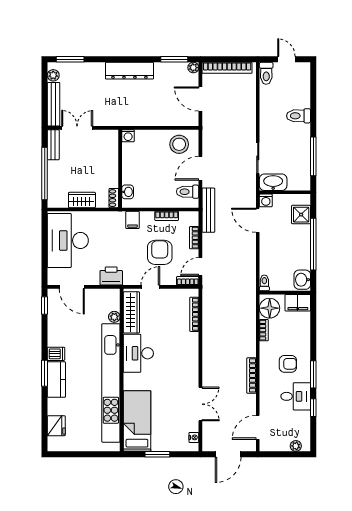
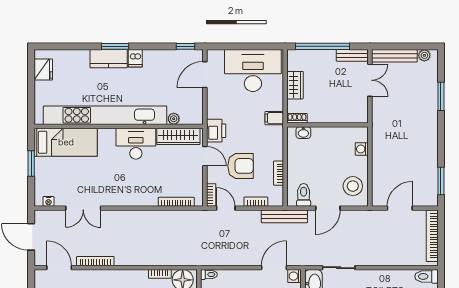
window: (70, 59) -> (441, 96), moved
plant: (193, 68) -> (432, 201), removed
dresser: (129, 71) -> (429, 134), removed
washing machine: (128, 136) -> (362, 149), moved
door: (200, 168) -> (328, 208), swing flipped
filing cabinet: (132, 220) -> (274, 118), moved
printer: (111, 276) -> (216, 131), moved
bookcase: (251, 375) -> (95, 261), moved
fridge: (56, 426) -> (43, 70), moved, turned -90

